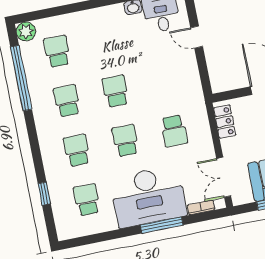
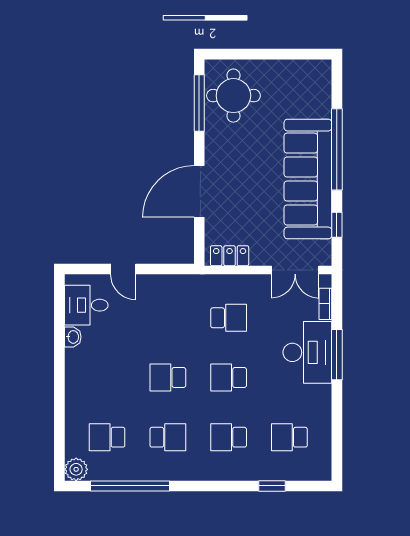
door: (197, 37) -> (123, 269), hinge flipped
school desk: (67, 101) -> (168, 437), turned 180
desk: (148, 197) -> (307, 352), width x0.73, depth x0.77

